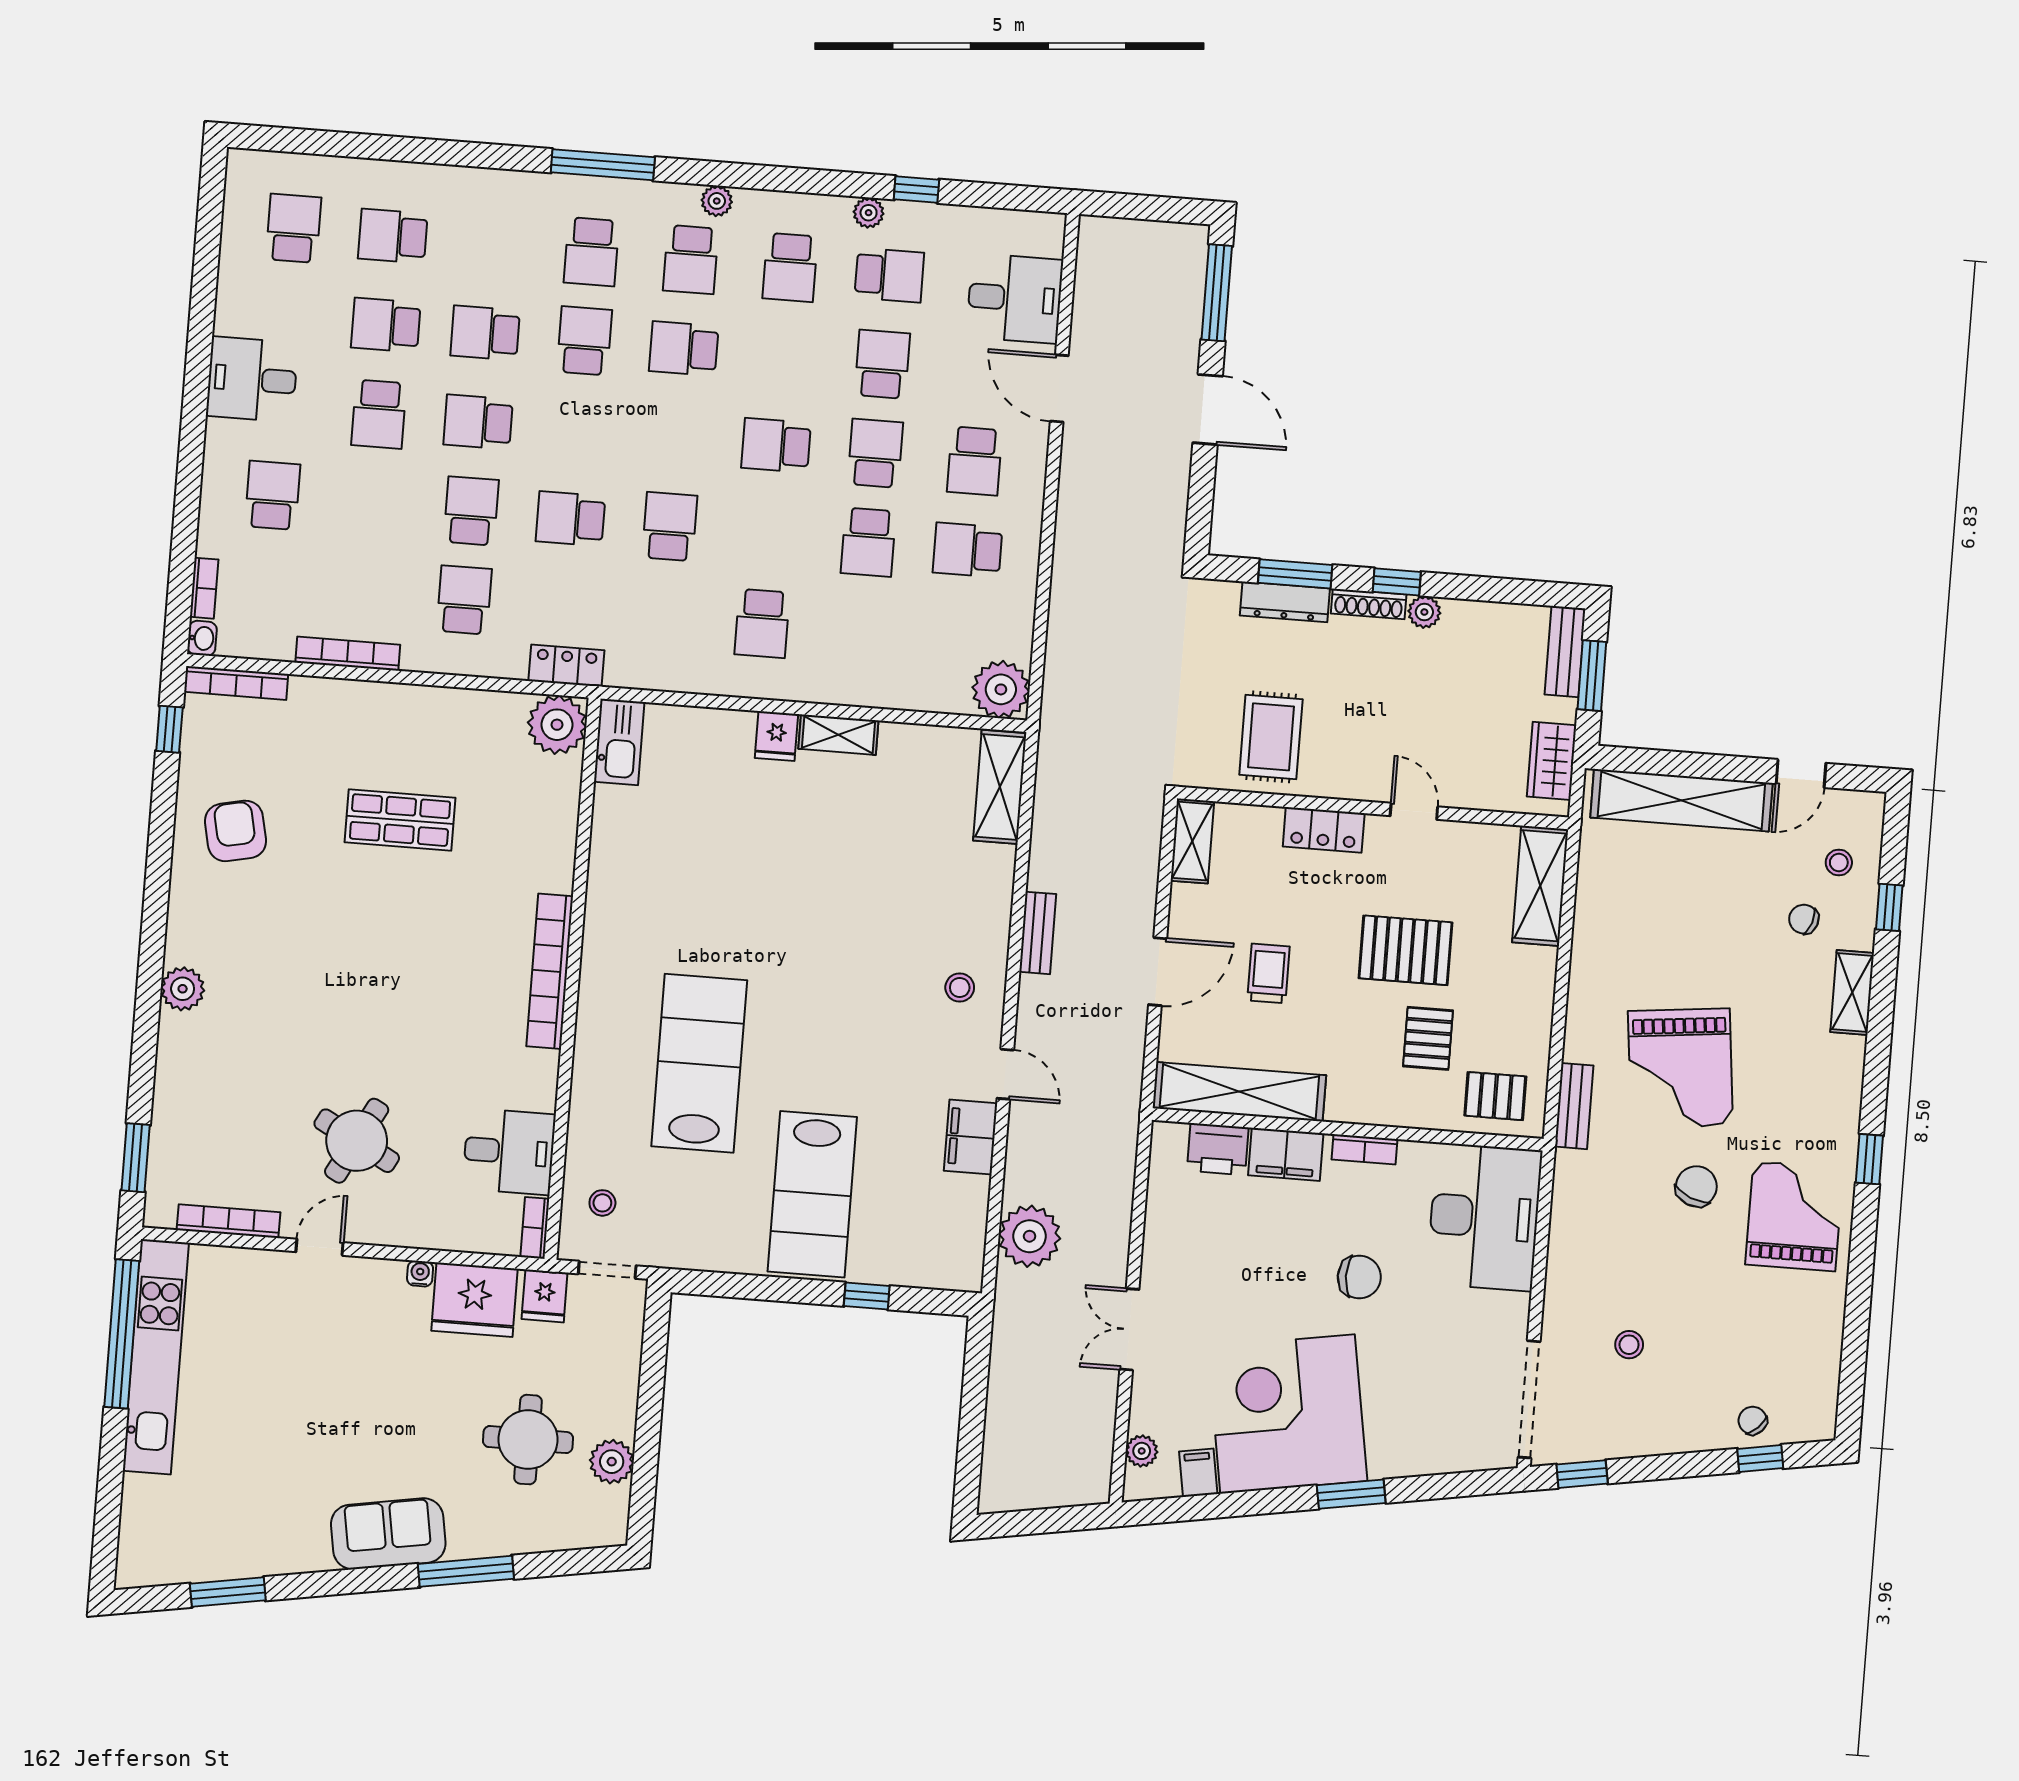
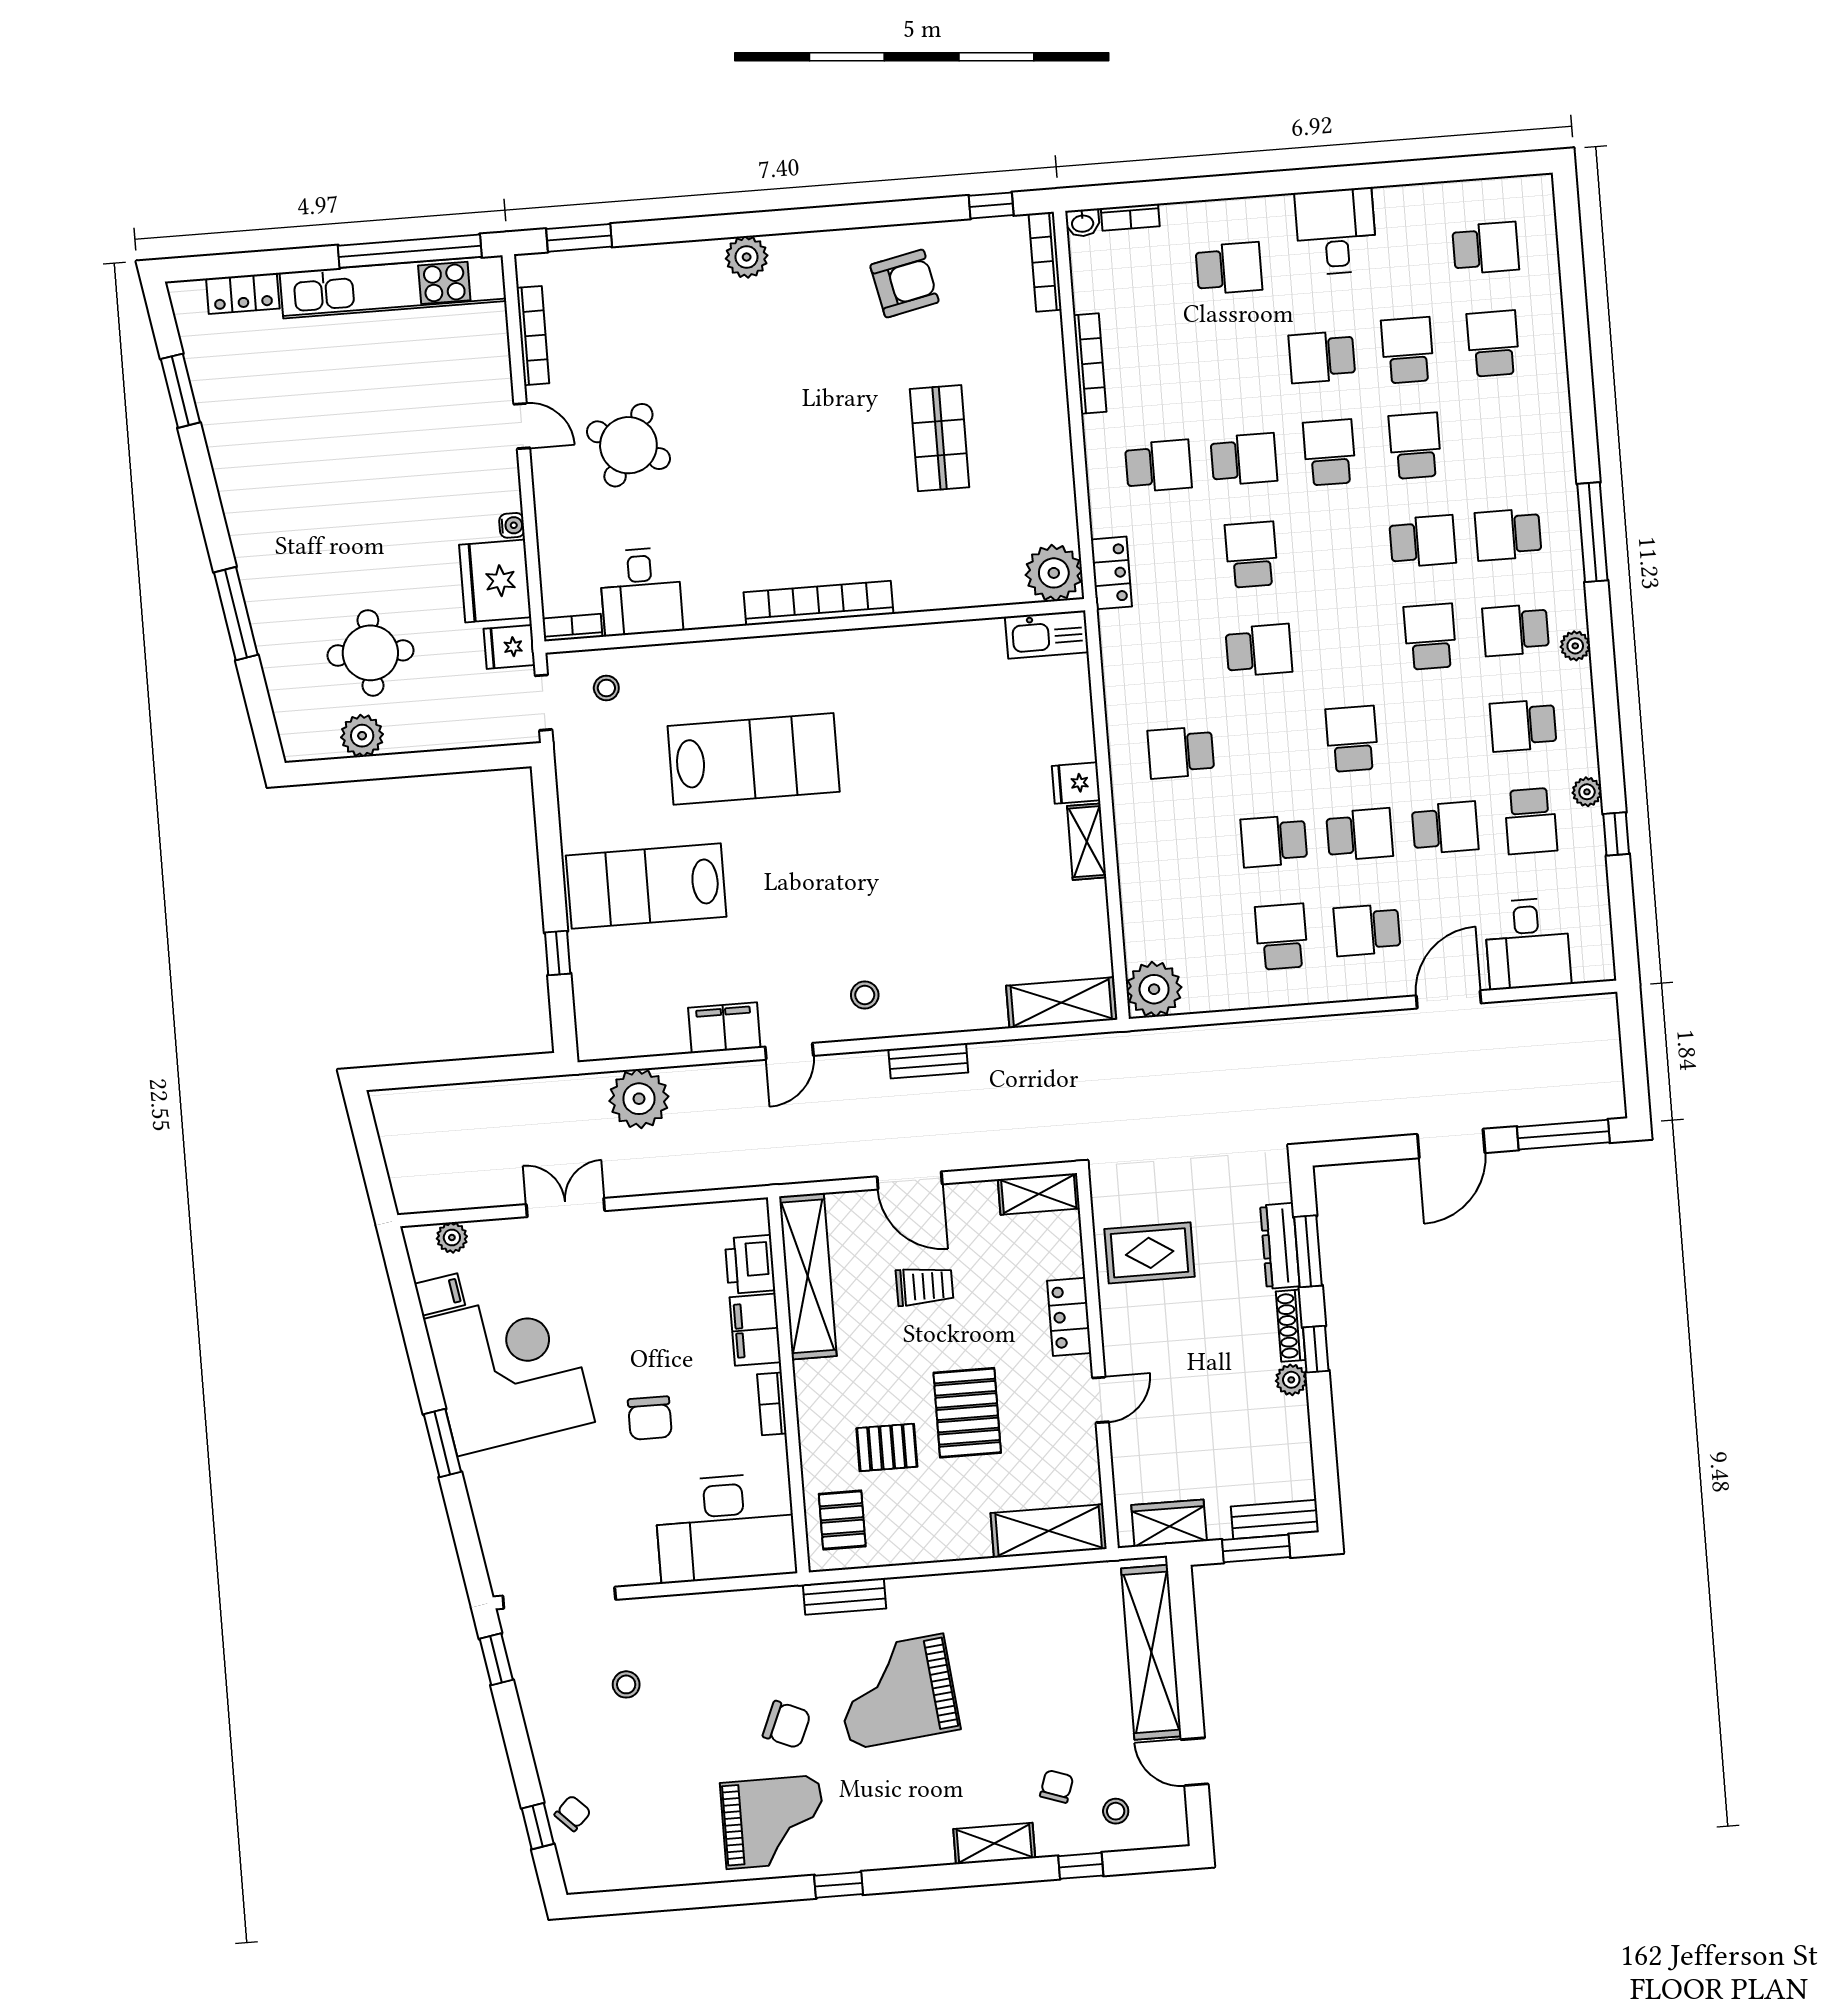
locker: (138, 1512) -> (243, 294), added
sofa: (388, 1534) -> (260, 534), removed

